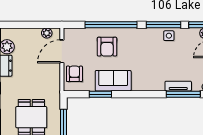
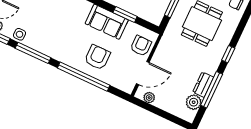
side table: (169, 36) -> (20, 34), moved
armchair: (74, 74) -> (141, 46), turned 180

